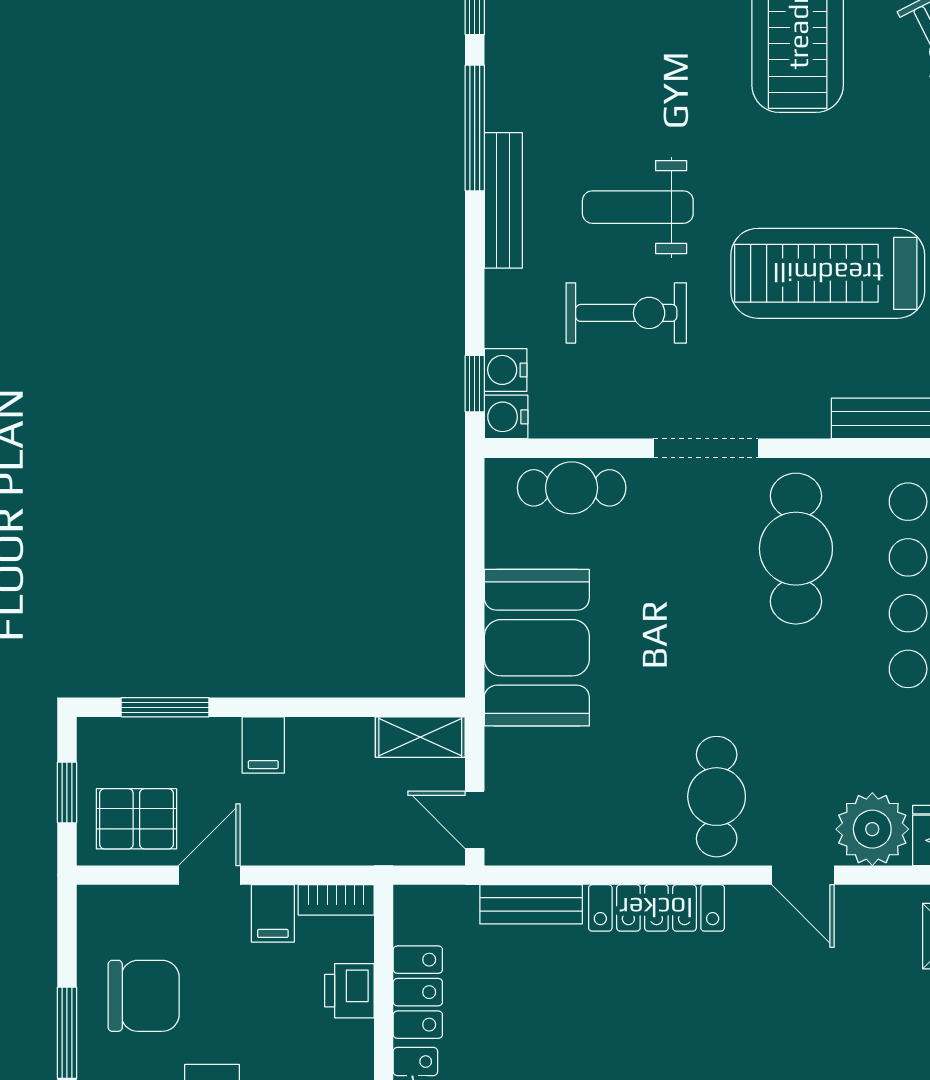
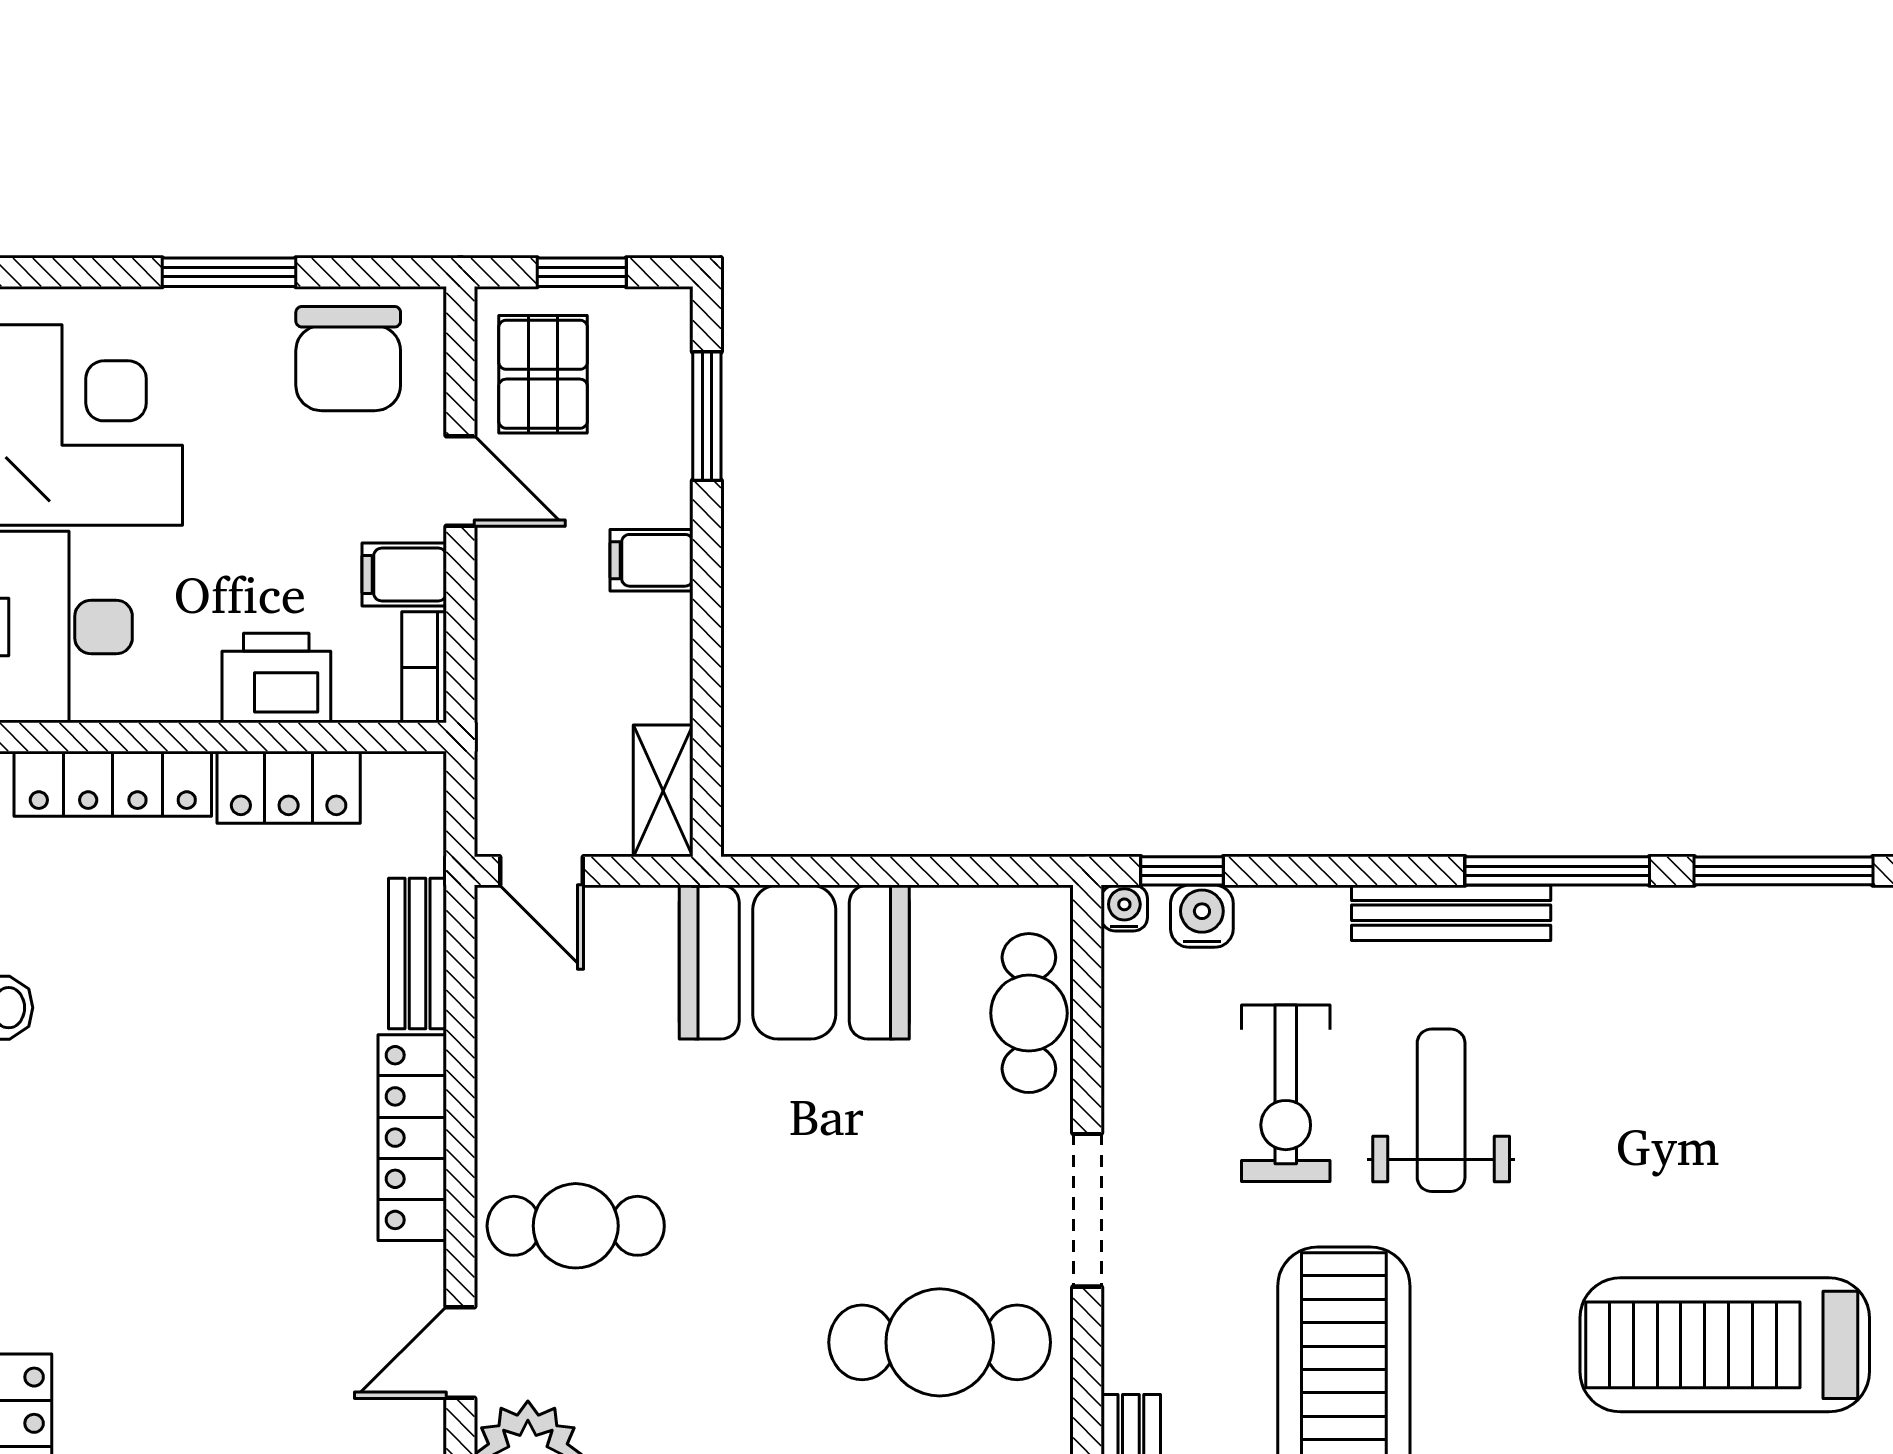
water cooler: (506, 417) -> (1124, 908), width x0.72, depth x0.72
door: (475, 820) -> (542, 871), swing flipped
printer: (349, 991) -> (276, 678), width x1.36, depth x1.24
chair: (144, 996) -> (348, 359), moved

